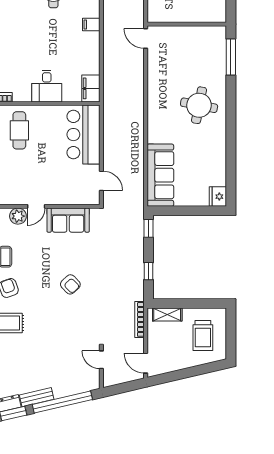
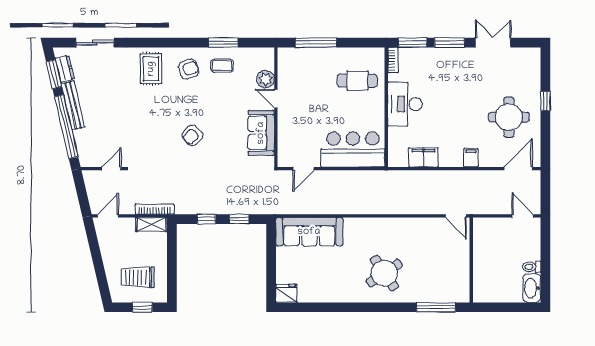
door: (146, 38) -> (456, 216), swing flipped
desk: (47, 86) -> (405, 104), width x1.37
filing cabinet: (91, 88) -> (423, 157), moved
round table: (199, 105) -> (384, 273), turned 45
window: (148, 228) -> (239, 219), moved
shelving: (167, 314) -> (152, 225), moved, turned 90
window: (231, 331) -> (142, 307), added
bench: (37, 397) -> (73, 105), width x1.36

